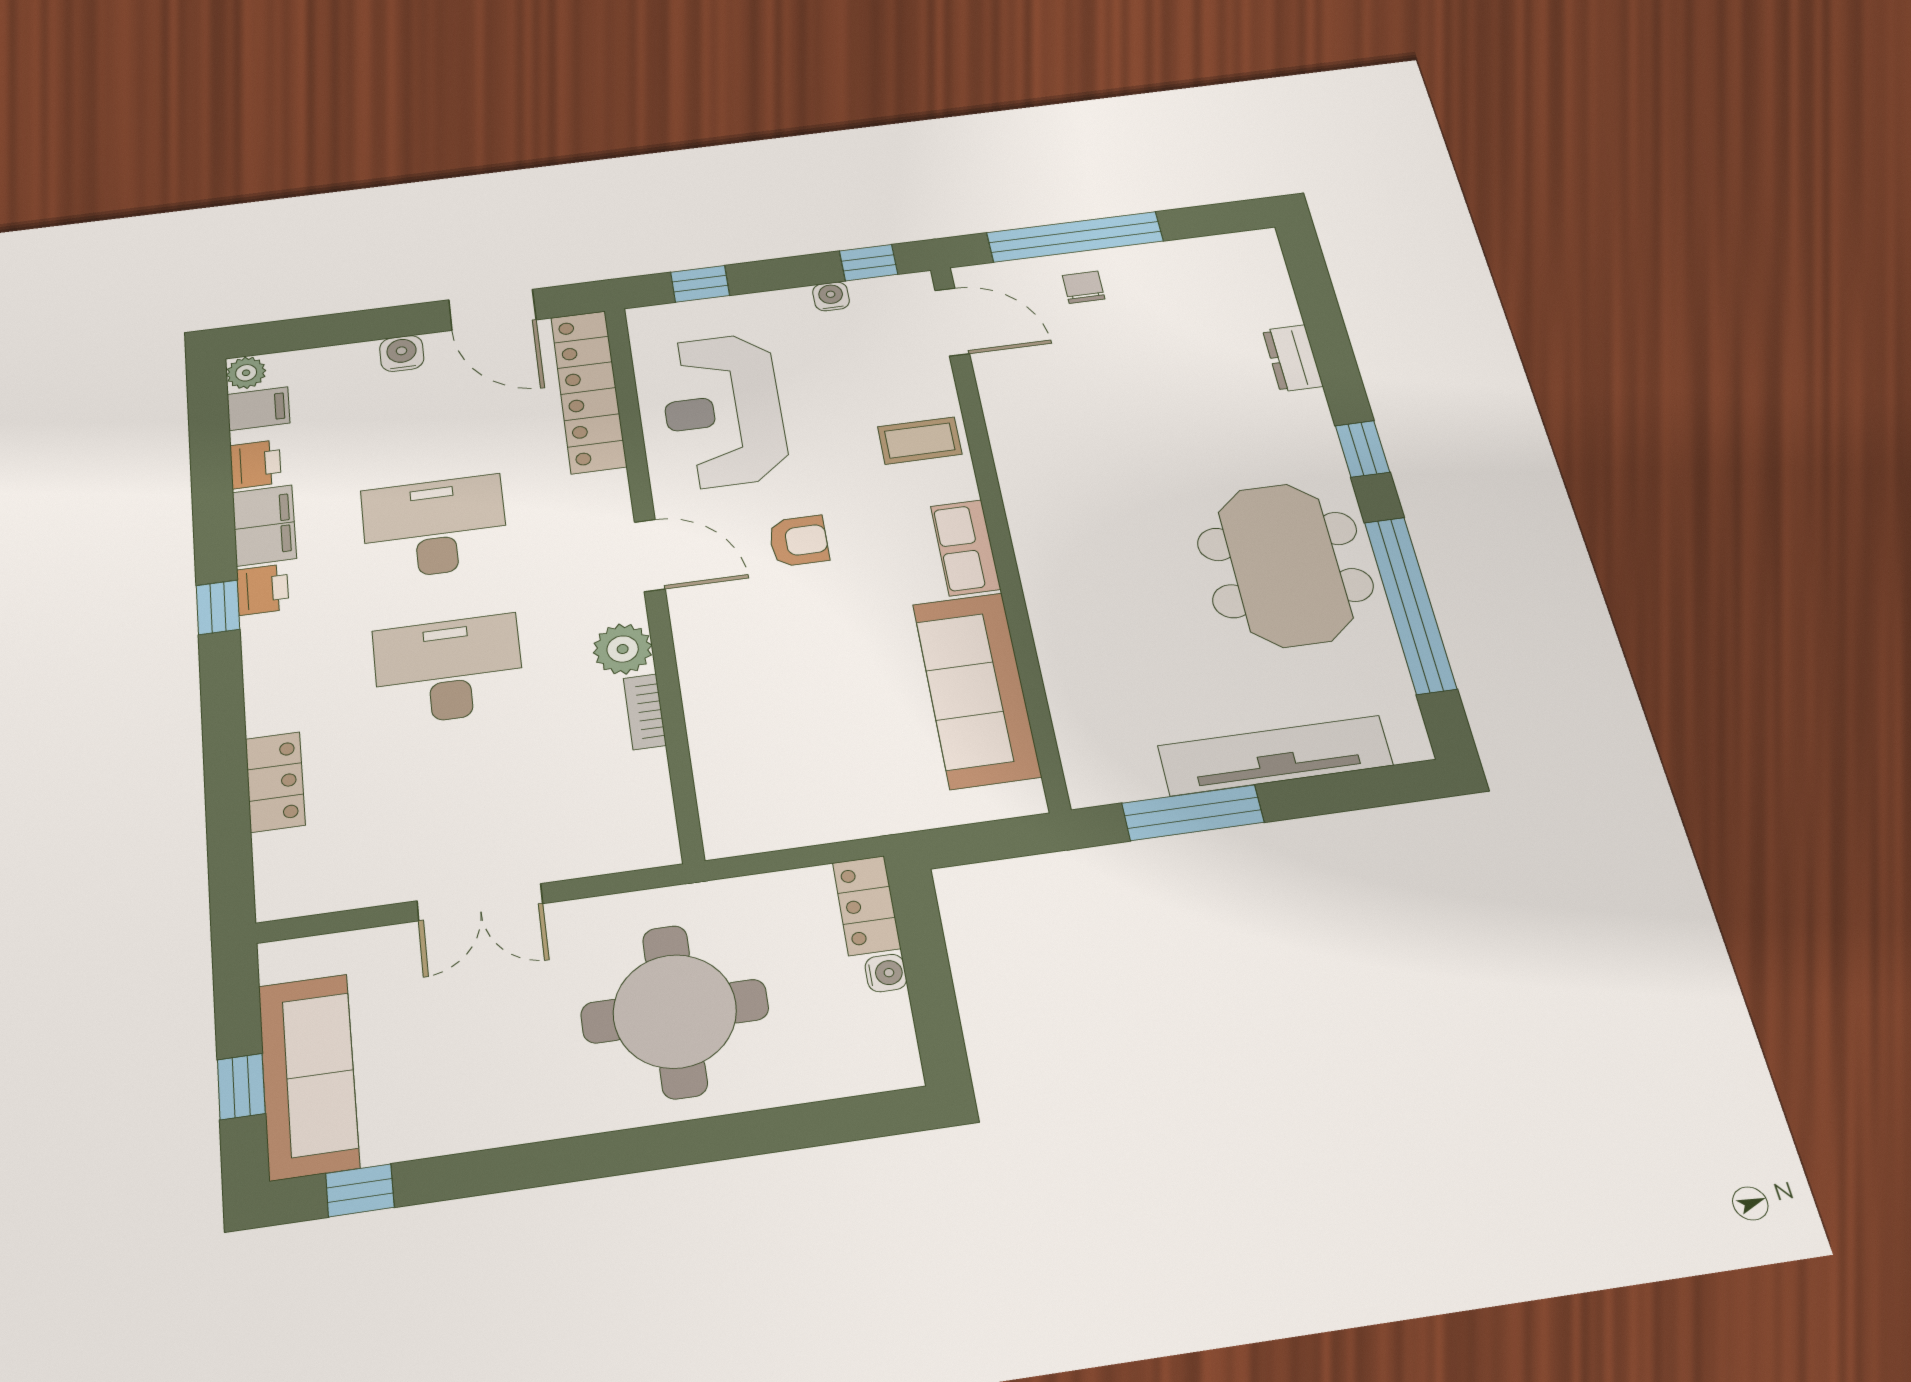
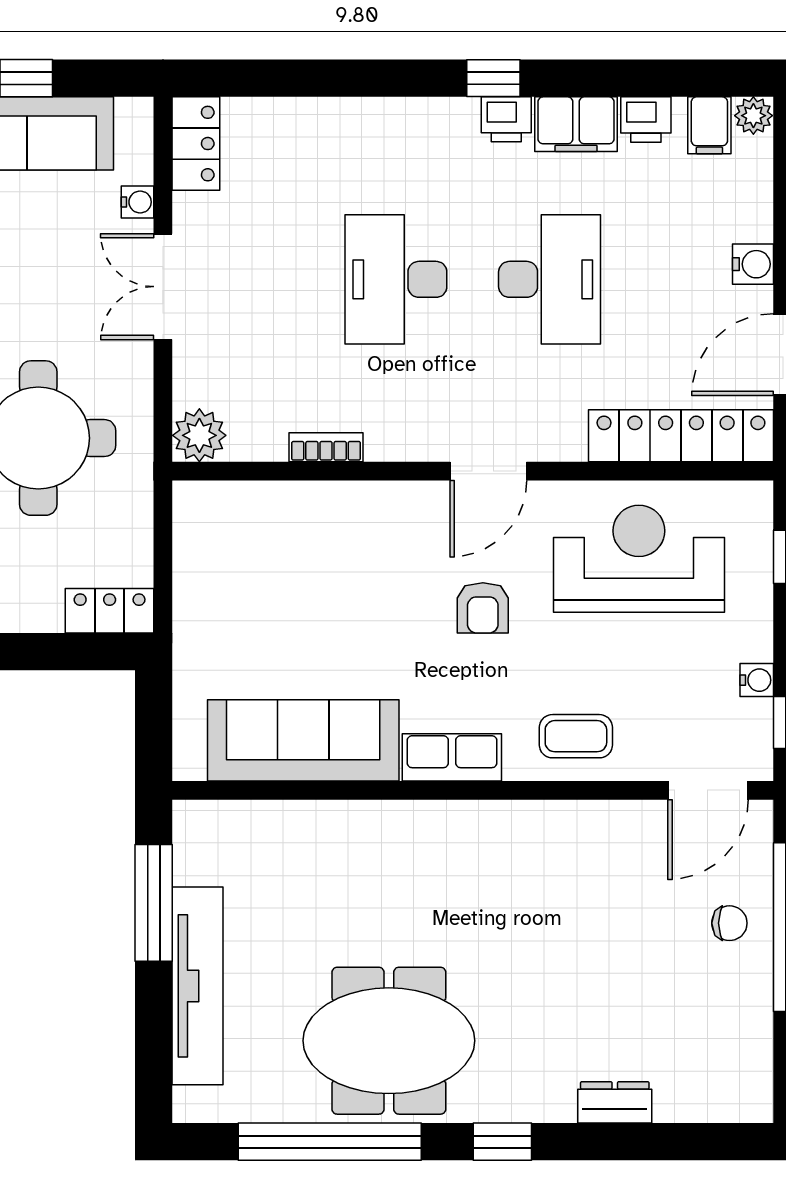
coffee table: (920, 441) -> (576, 736), turned 90
plant: (623, 649) -> (199, 435), moved
desk: (449, 670) -> (396, 279), turned 180
locker: (275, 782) -> (196, 144), moved, turned -90
water cooler: (886, 973) -> (137, 202), moved, turned -90

